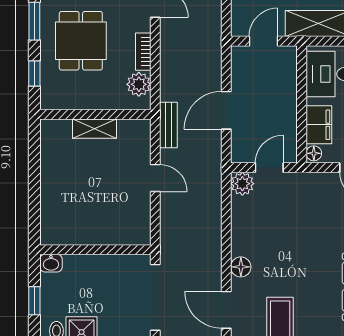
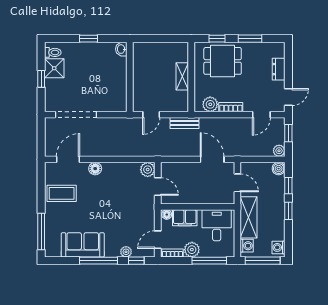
dining table: (81, 41) -> (223, 61), moved
door: (226, 110) -> (212, 159), moved
wall: (95, 250) -> (130, 77), moved
washbasin: (51, 263) -> (121, 49), moved
window: (34, 301) -> (89, 39), moved

